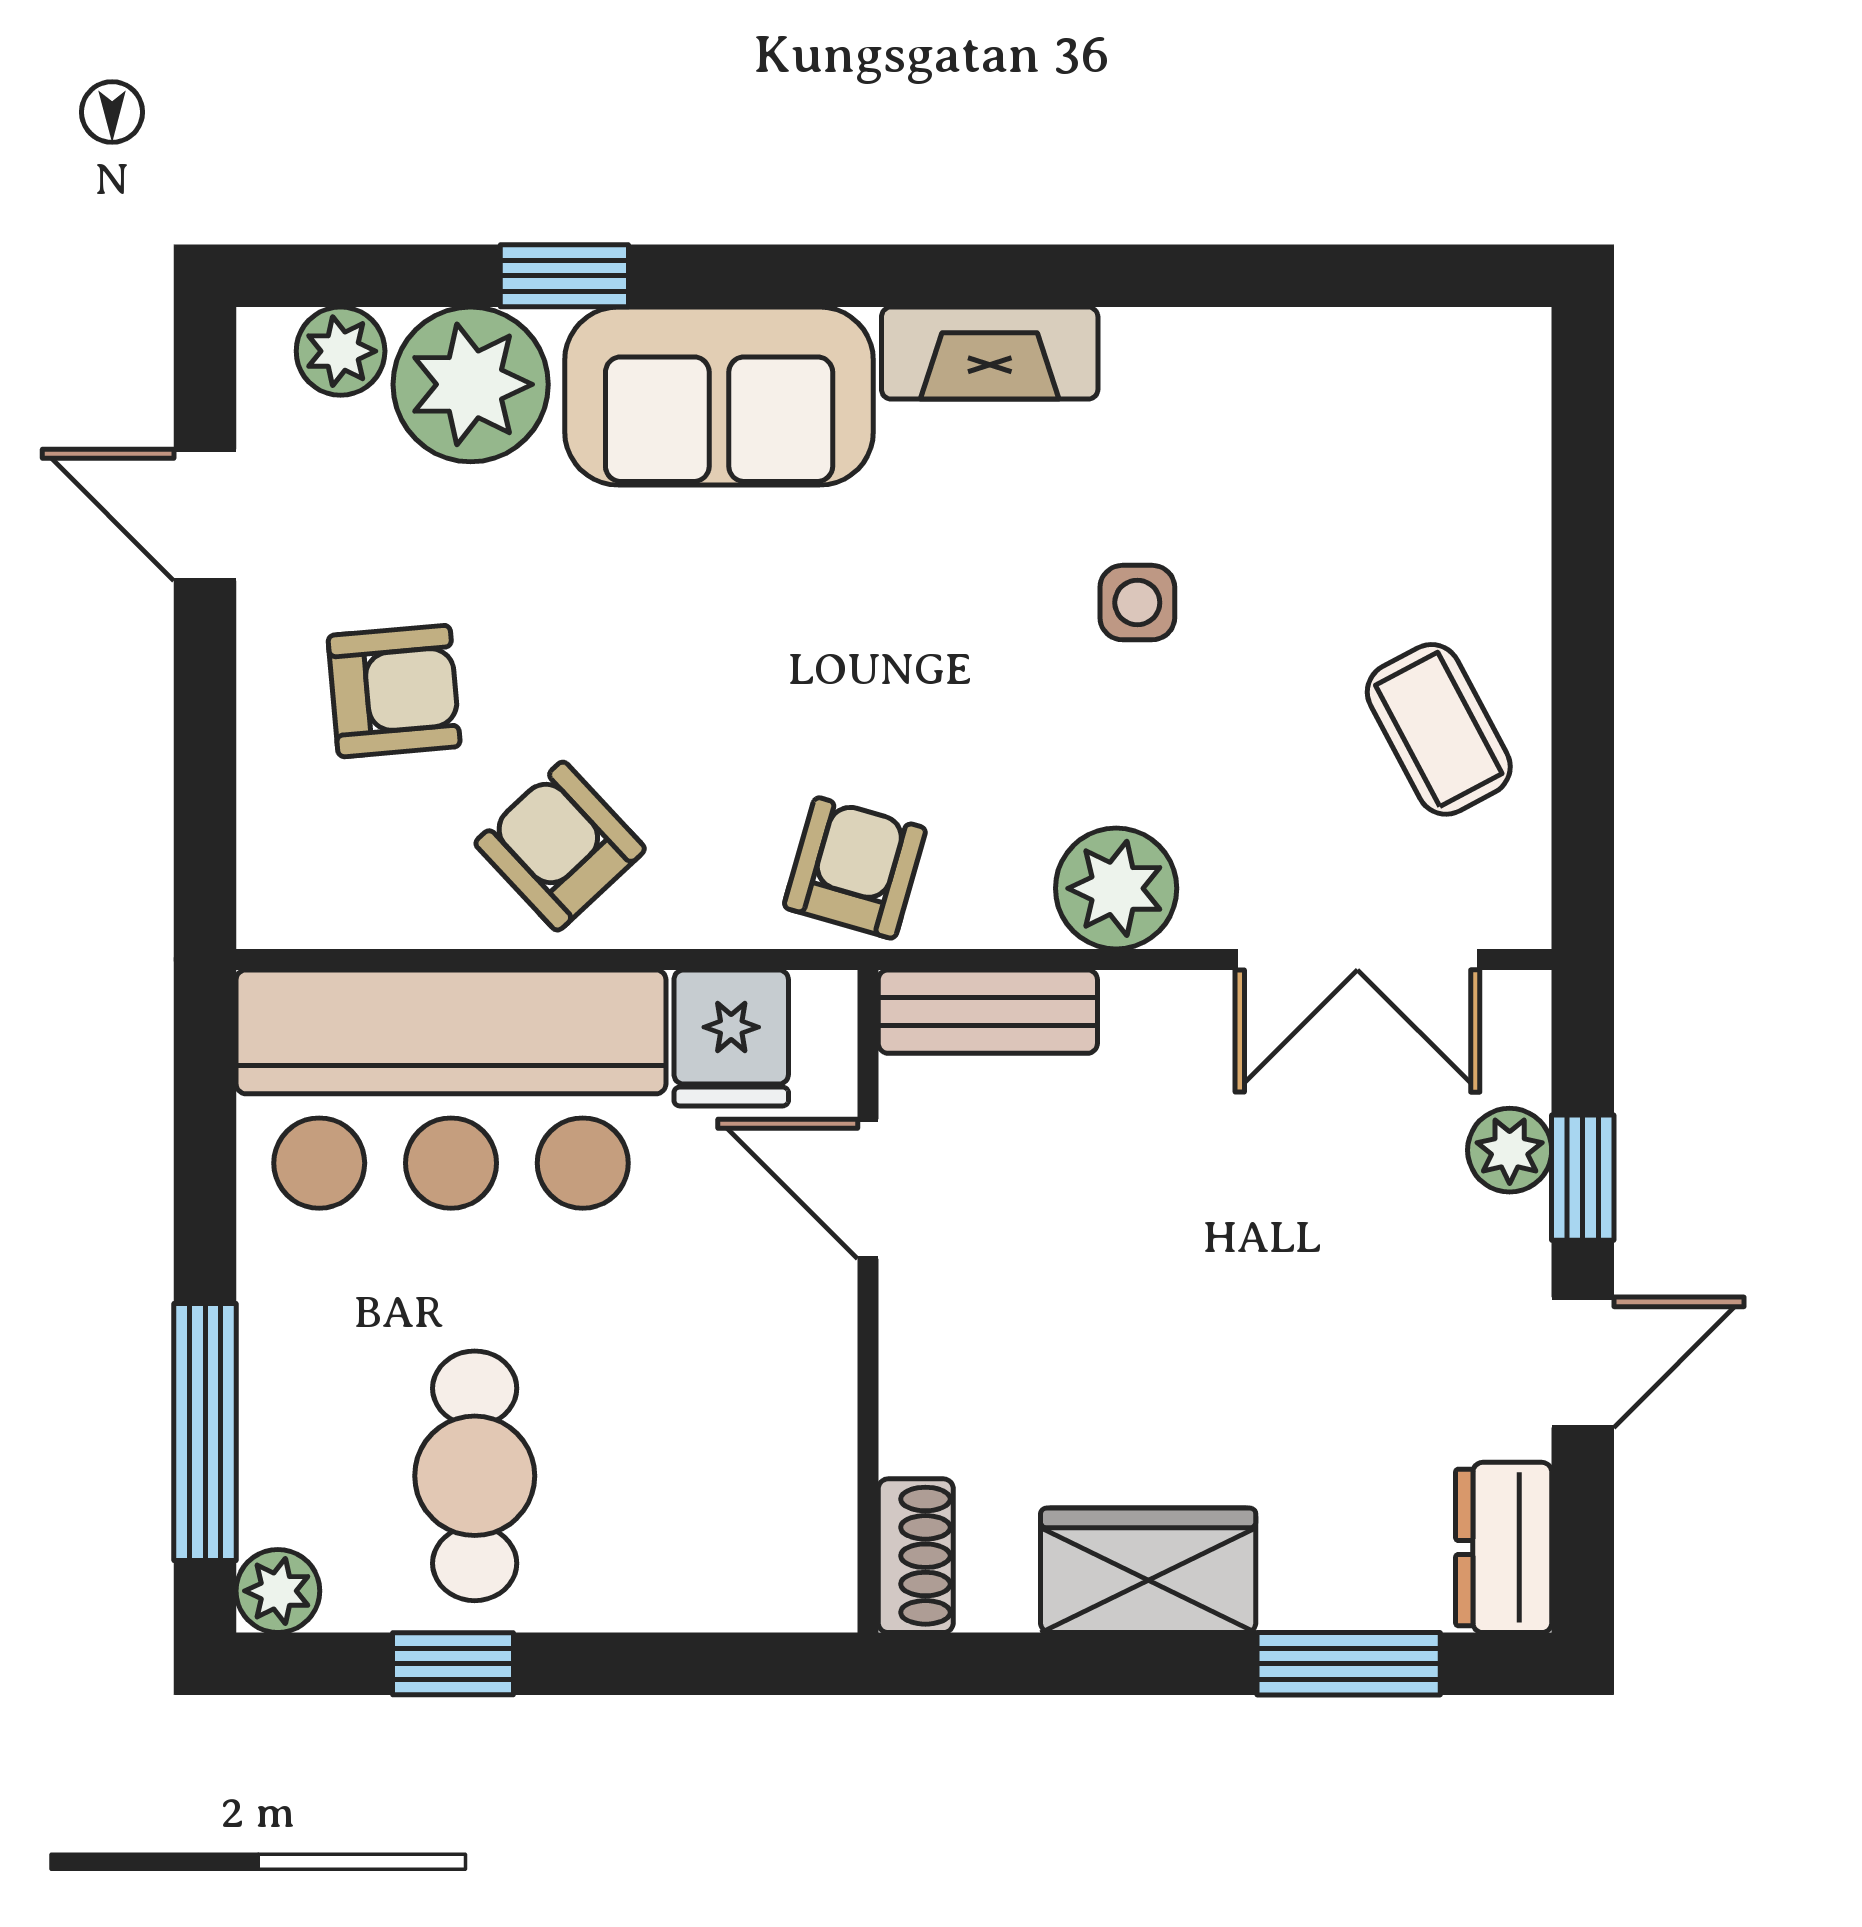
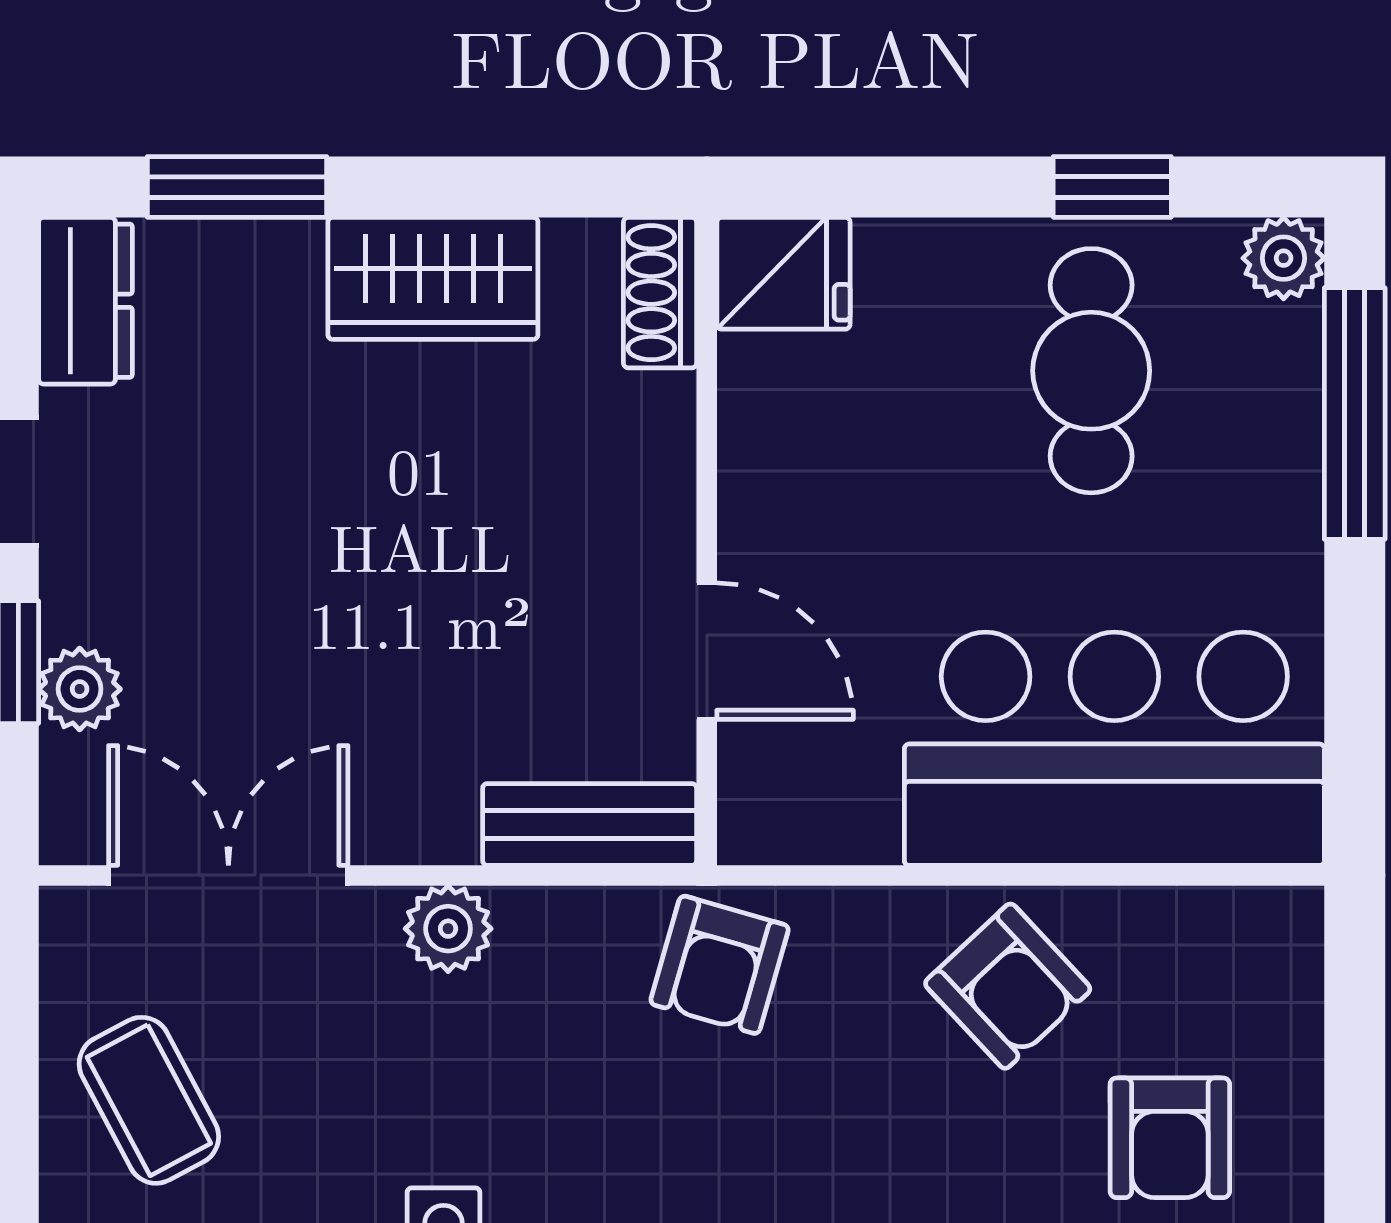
armchair: (394, 691) -> (1170, 1138), turned -85
plant: (1116, 888) -> (448, 929), width x0.73, depth x0.73
fridge: (731, 1038) -> (783, 273), moved, turned 90

